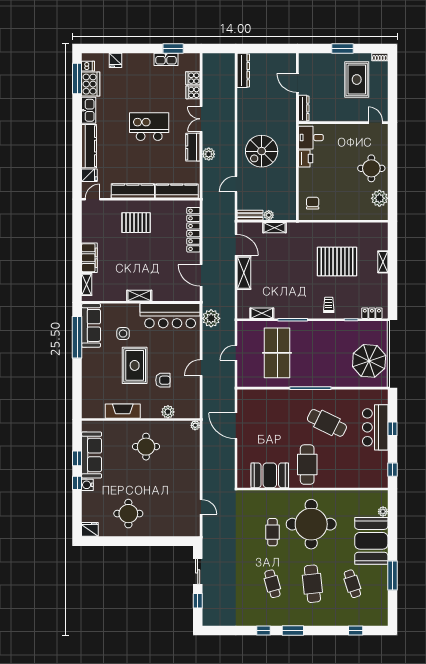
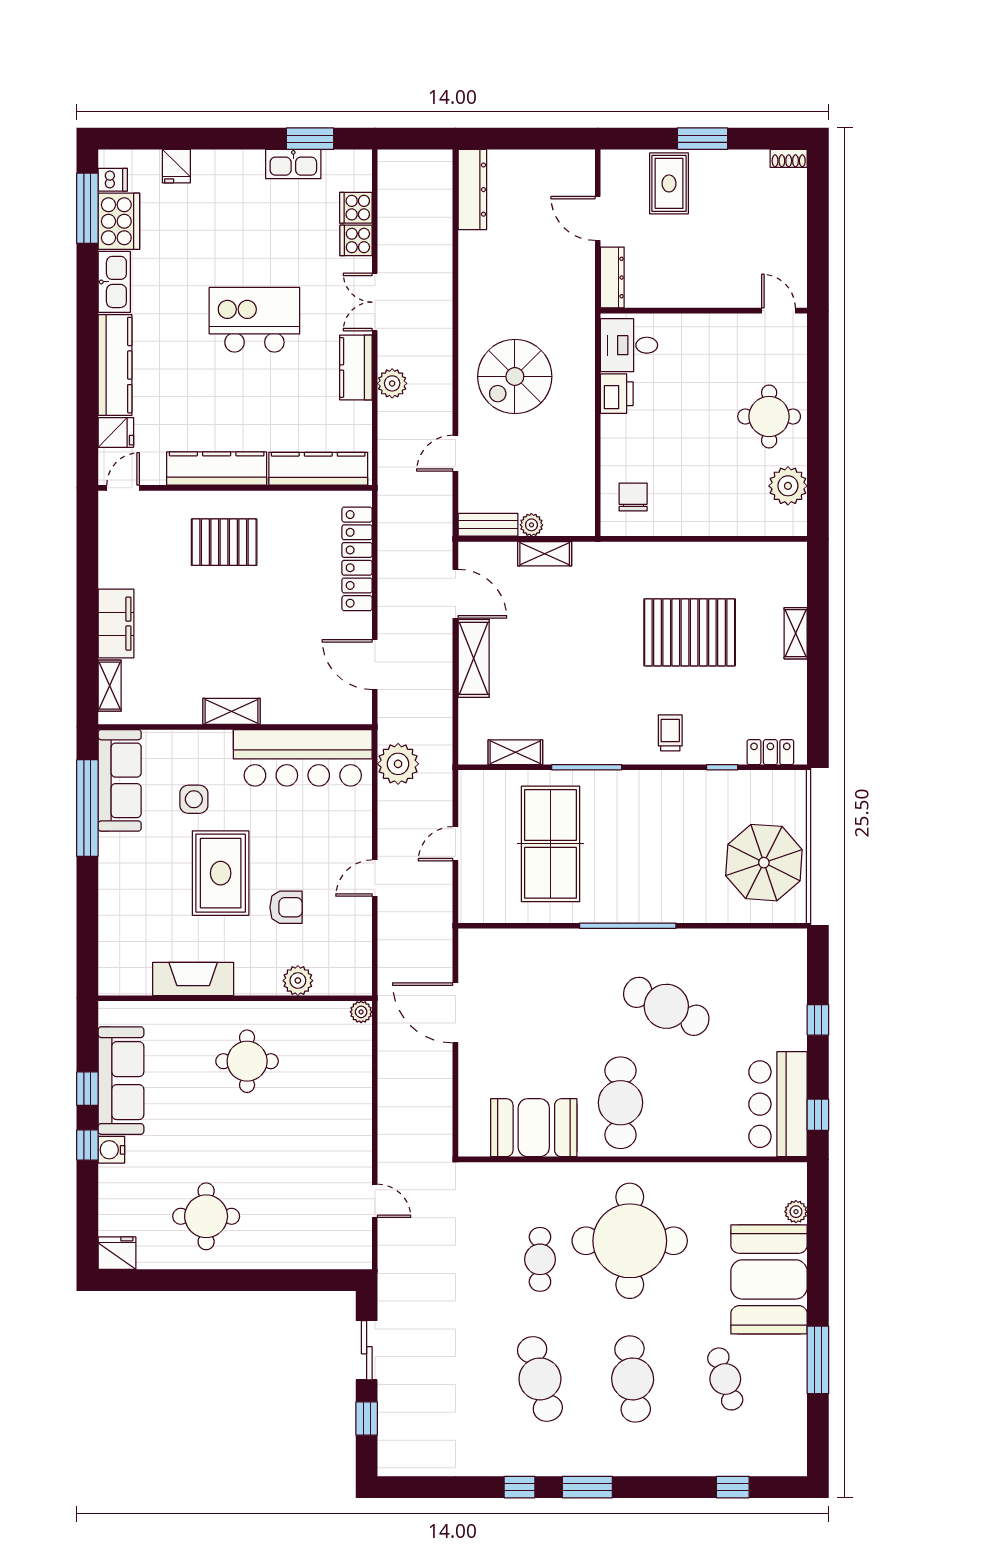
rug: (357, 80) -> (669, 183), moved, width x0.73, depth x0.70
bar counter: (375, 427) -> (778, 1104), moved
cafe table: (272, 584) -> (540, 1379), width x1.37, depth x1.35

